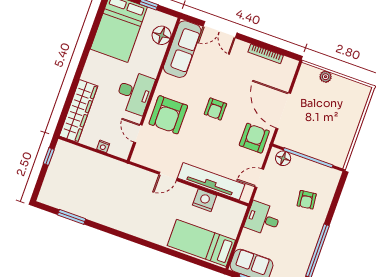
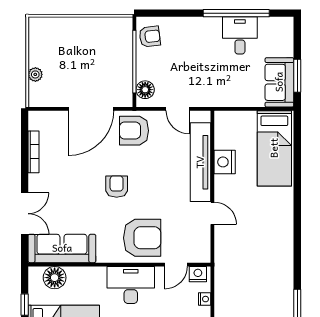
armchair: (215, 109) -> (117, 187), turned -90
nightstand: (124, 148) -> (198, 274), added
armchair: (307, 200) -> (150, 37), moved
desk: (263, 219) -> (240, 35), moved, turned 180

